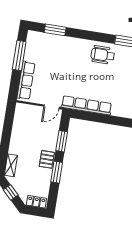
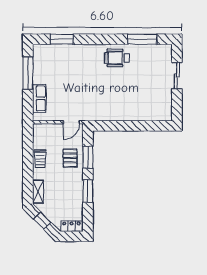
row of seats: (26, 80) -> (39, 98), width x0.68
row of seats: (86, 105) -> (108, 115), removed
trolley: (18, 136) -> (40, 159), added
pallet: (47, 159) -> (70, 158), moved

